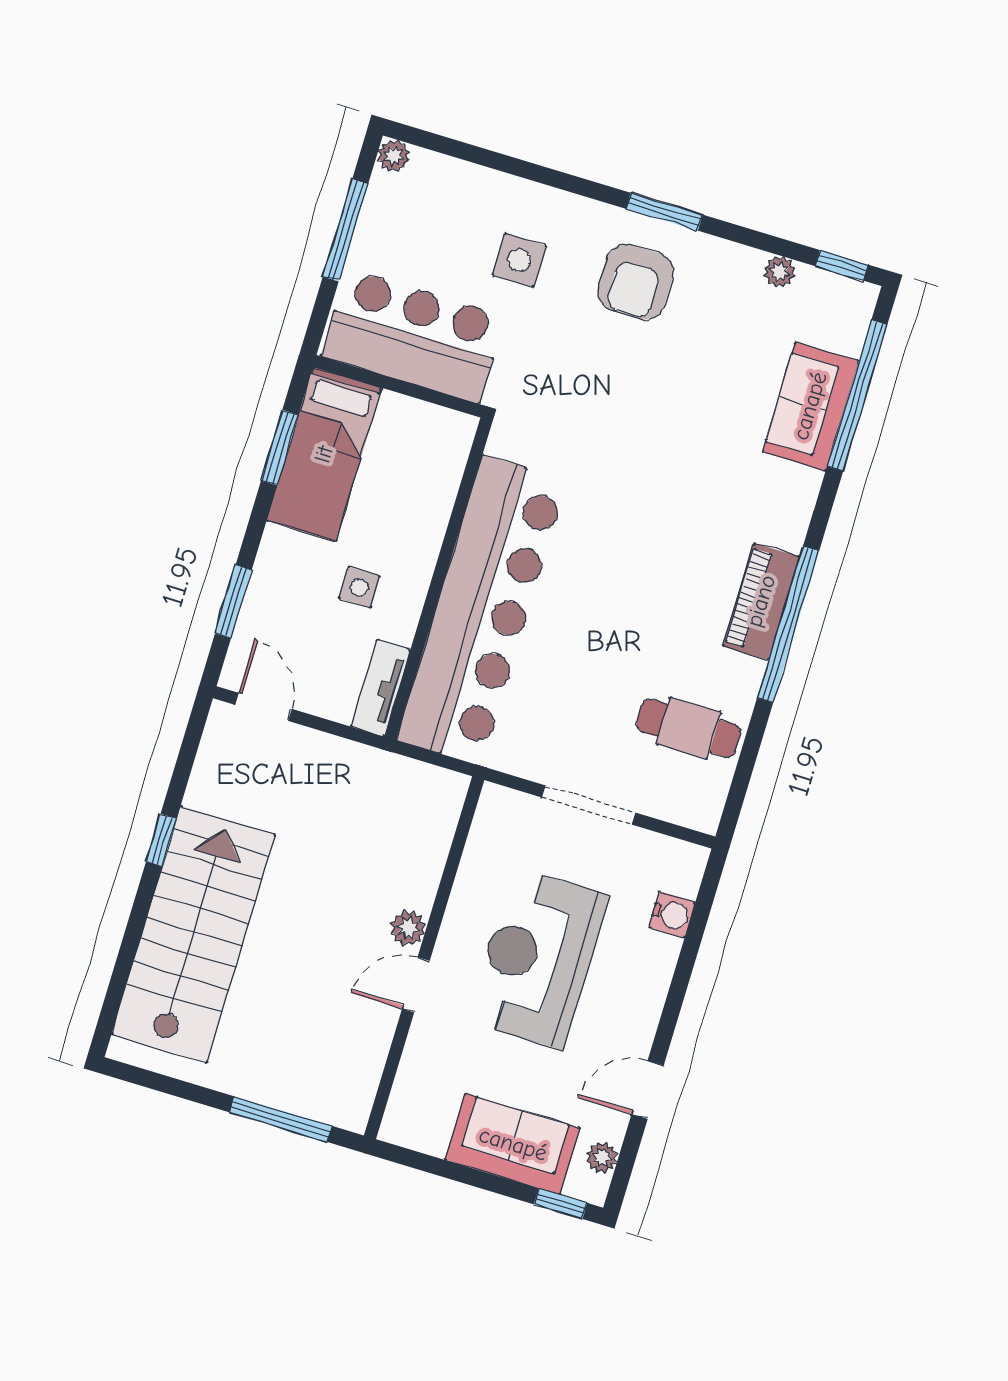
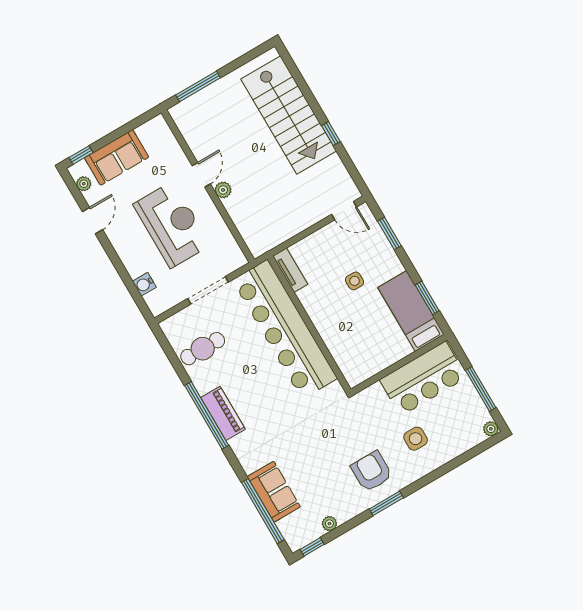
wall: (438, 579) -> (309, 324), moved
bar counter: (482, 610) -> (285, 329), moved
tv unit: (381, 688) -> (290, 270), moved

